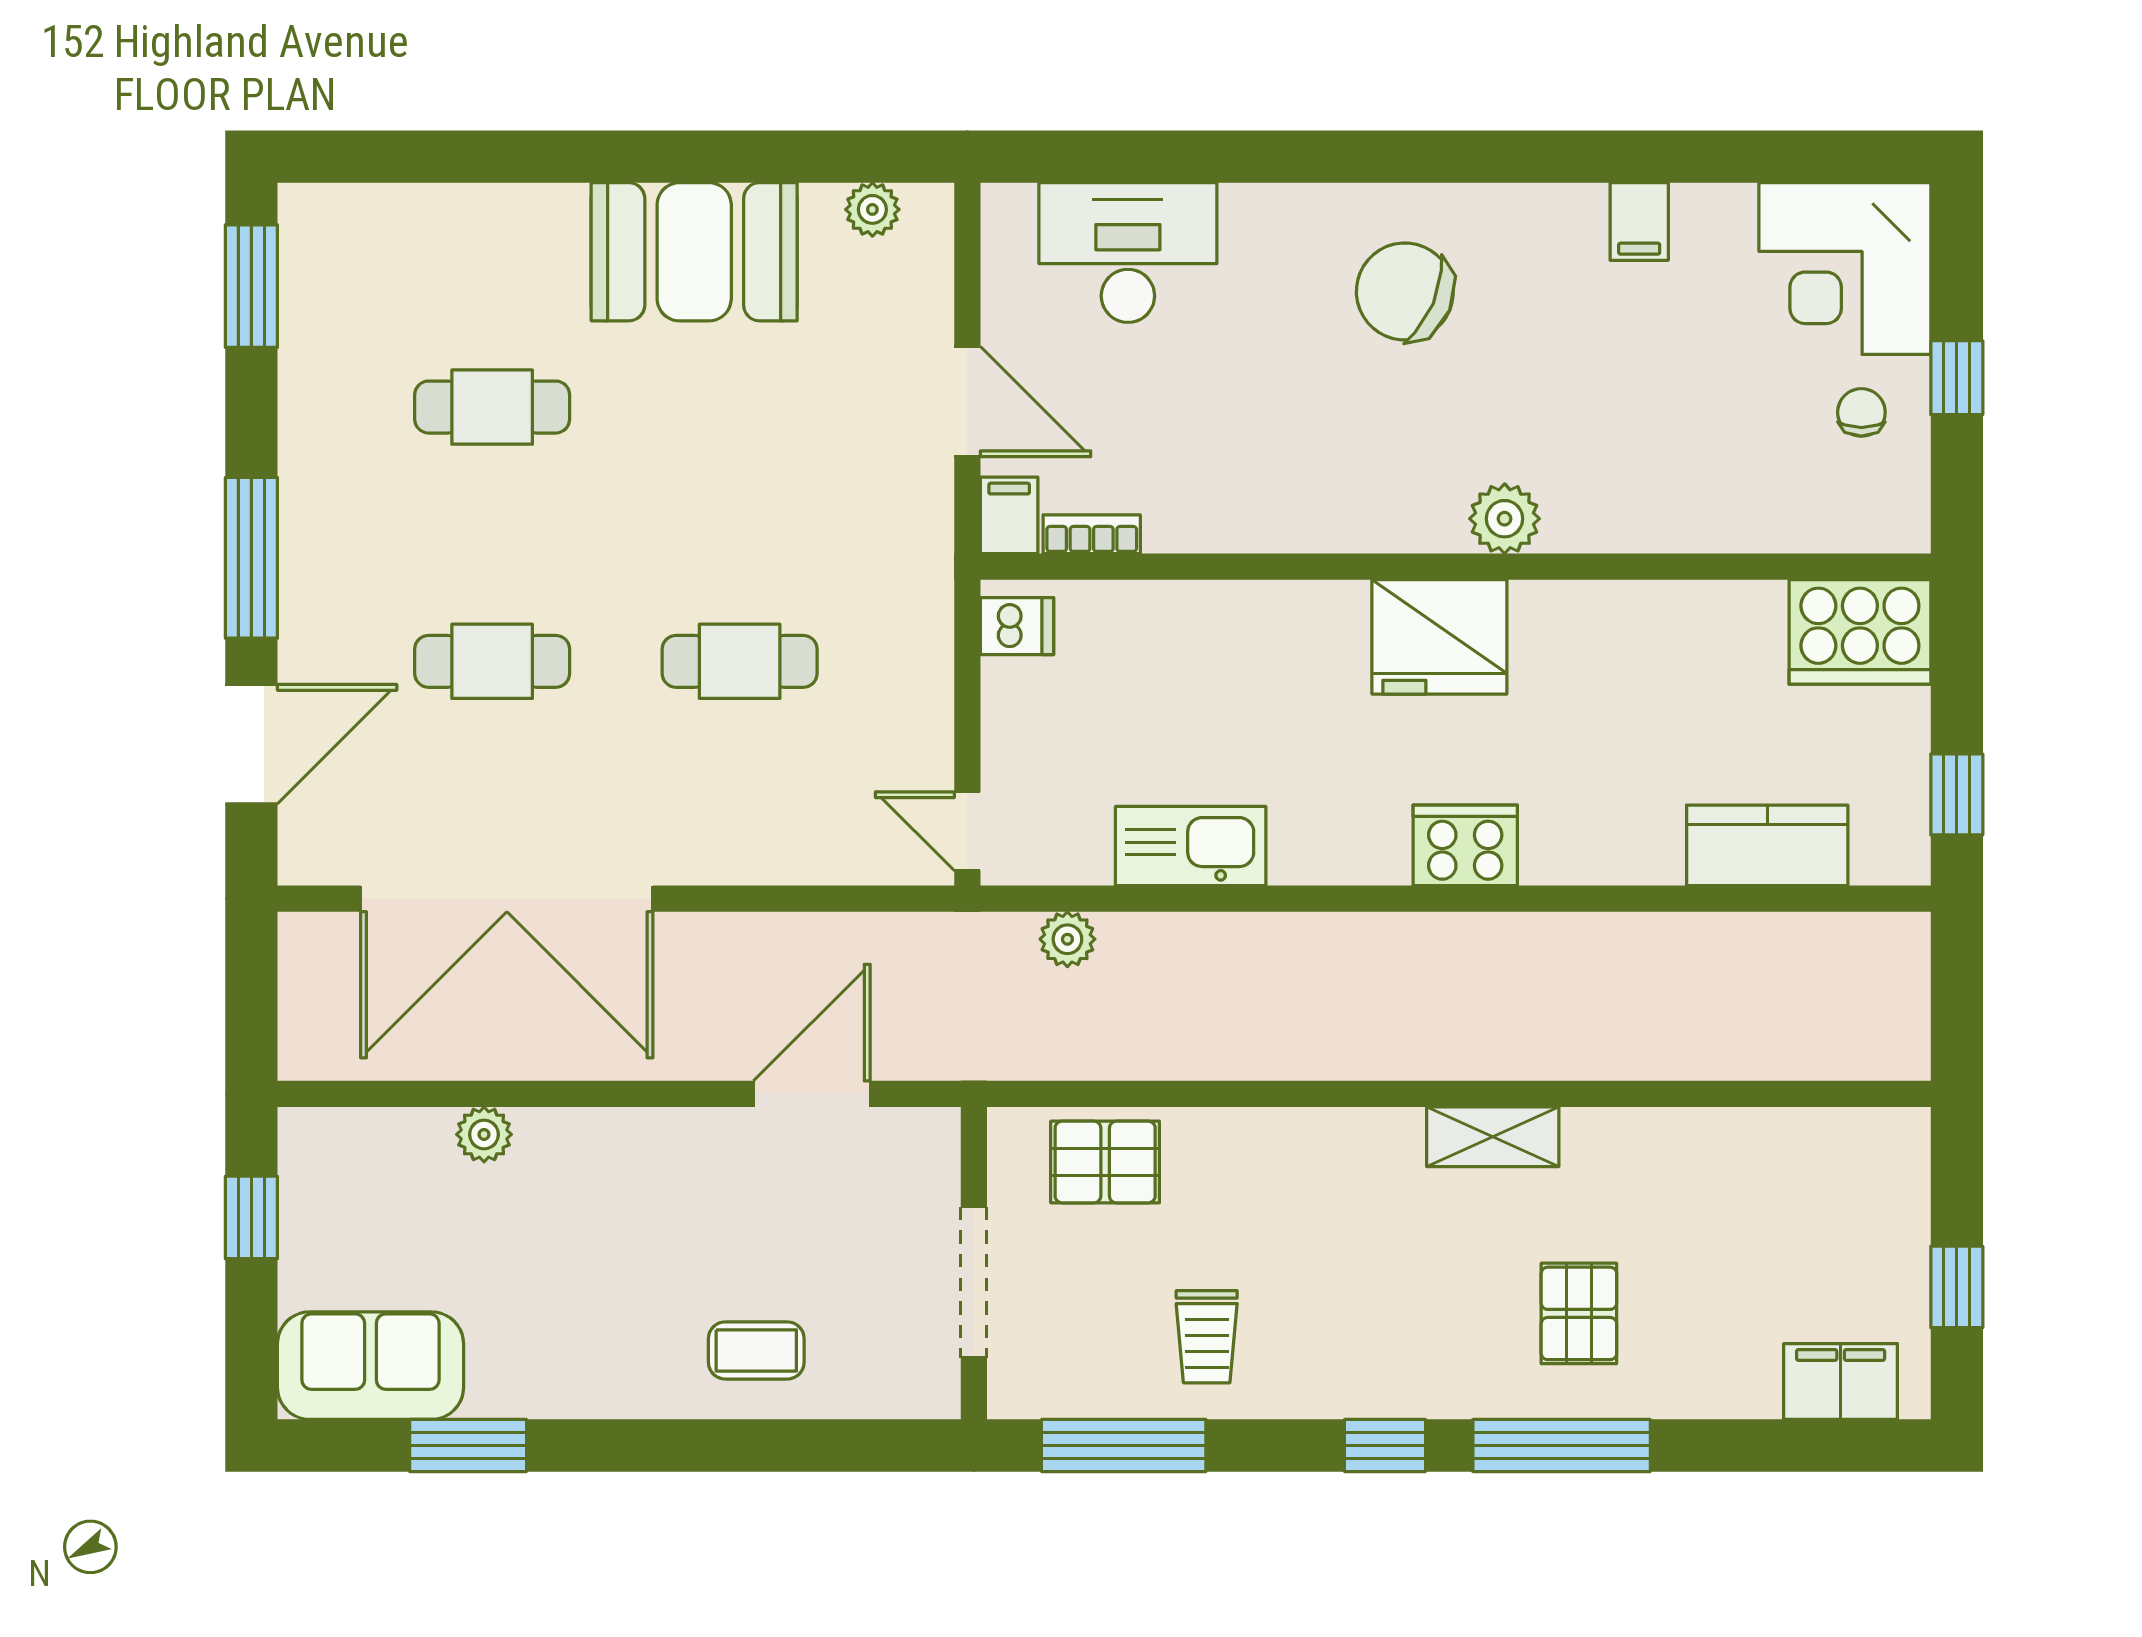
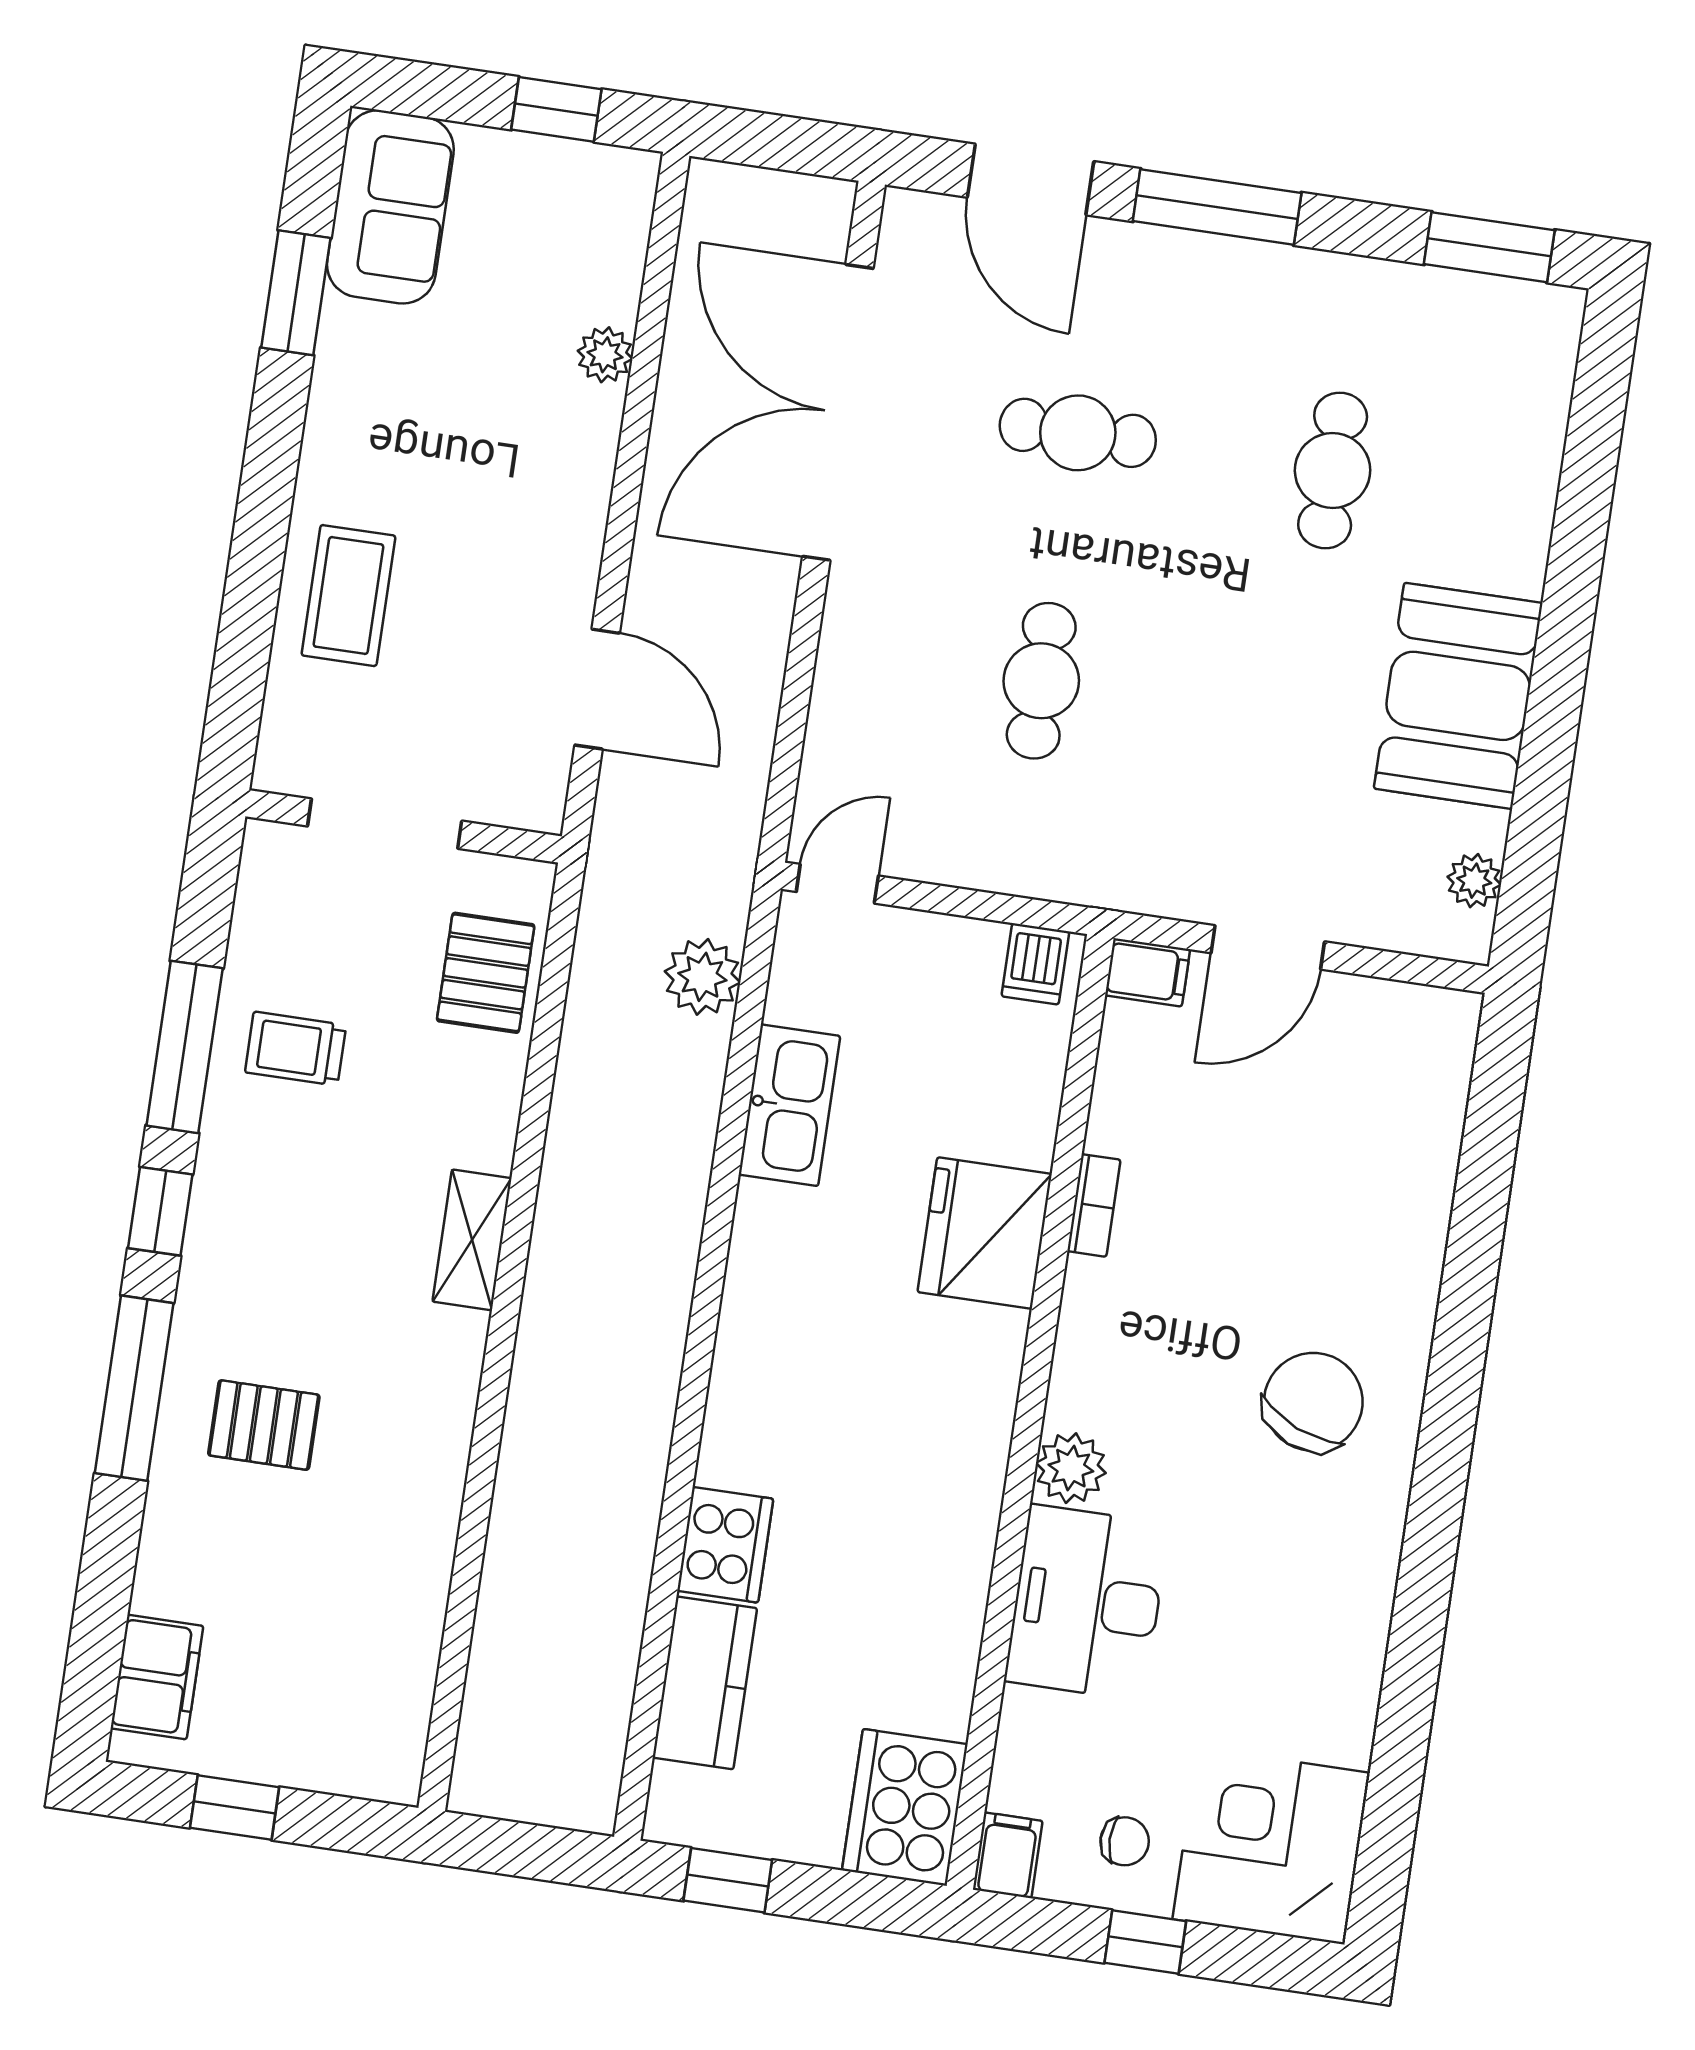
filing cabinet: (1639, 221) -> (1008, 1855), moved, turned 90
desk: (1128, 253) -> (1087, 1603), moved, turned 180
bookcase: (1092, 534) -> (1094, 1205), moved
fridge: (1439, 637) -> (985, 1233), moved
cafe table: (492, 661) -> (1078, 433), turned 90
cooker: (1465, 845) -> (725, 1545), moved
plant: (1067, 939) -> (702, 977), width x1.38, depth x1.38
shelving: (1493, 1137) -> (472, 1240), moved
coffee table: (756, 1350) -> (348, 596), width x1.36, depth x1.30
window: (1124, 1445) -> (185, 1047), moved

